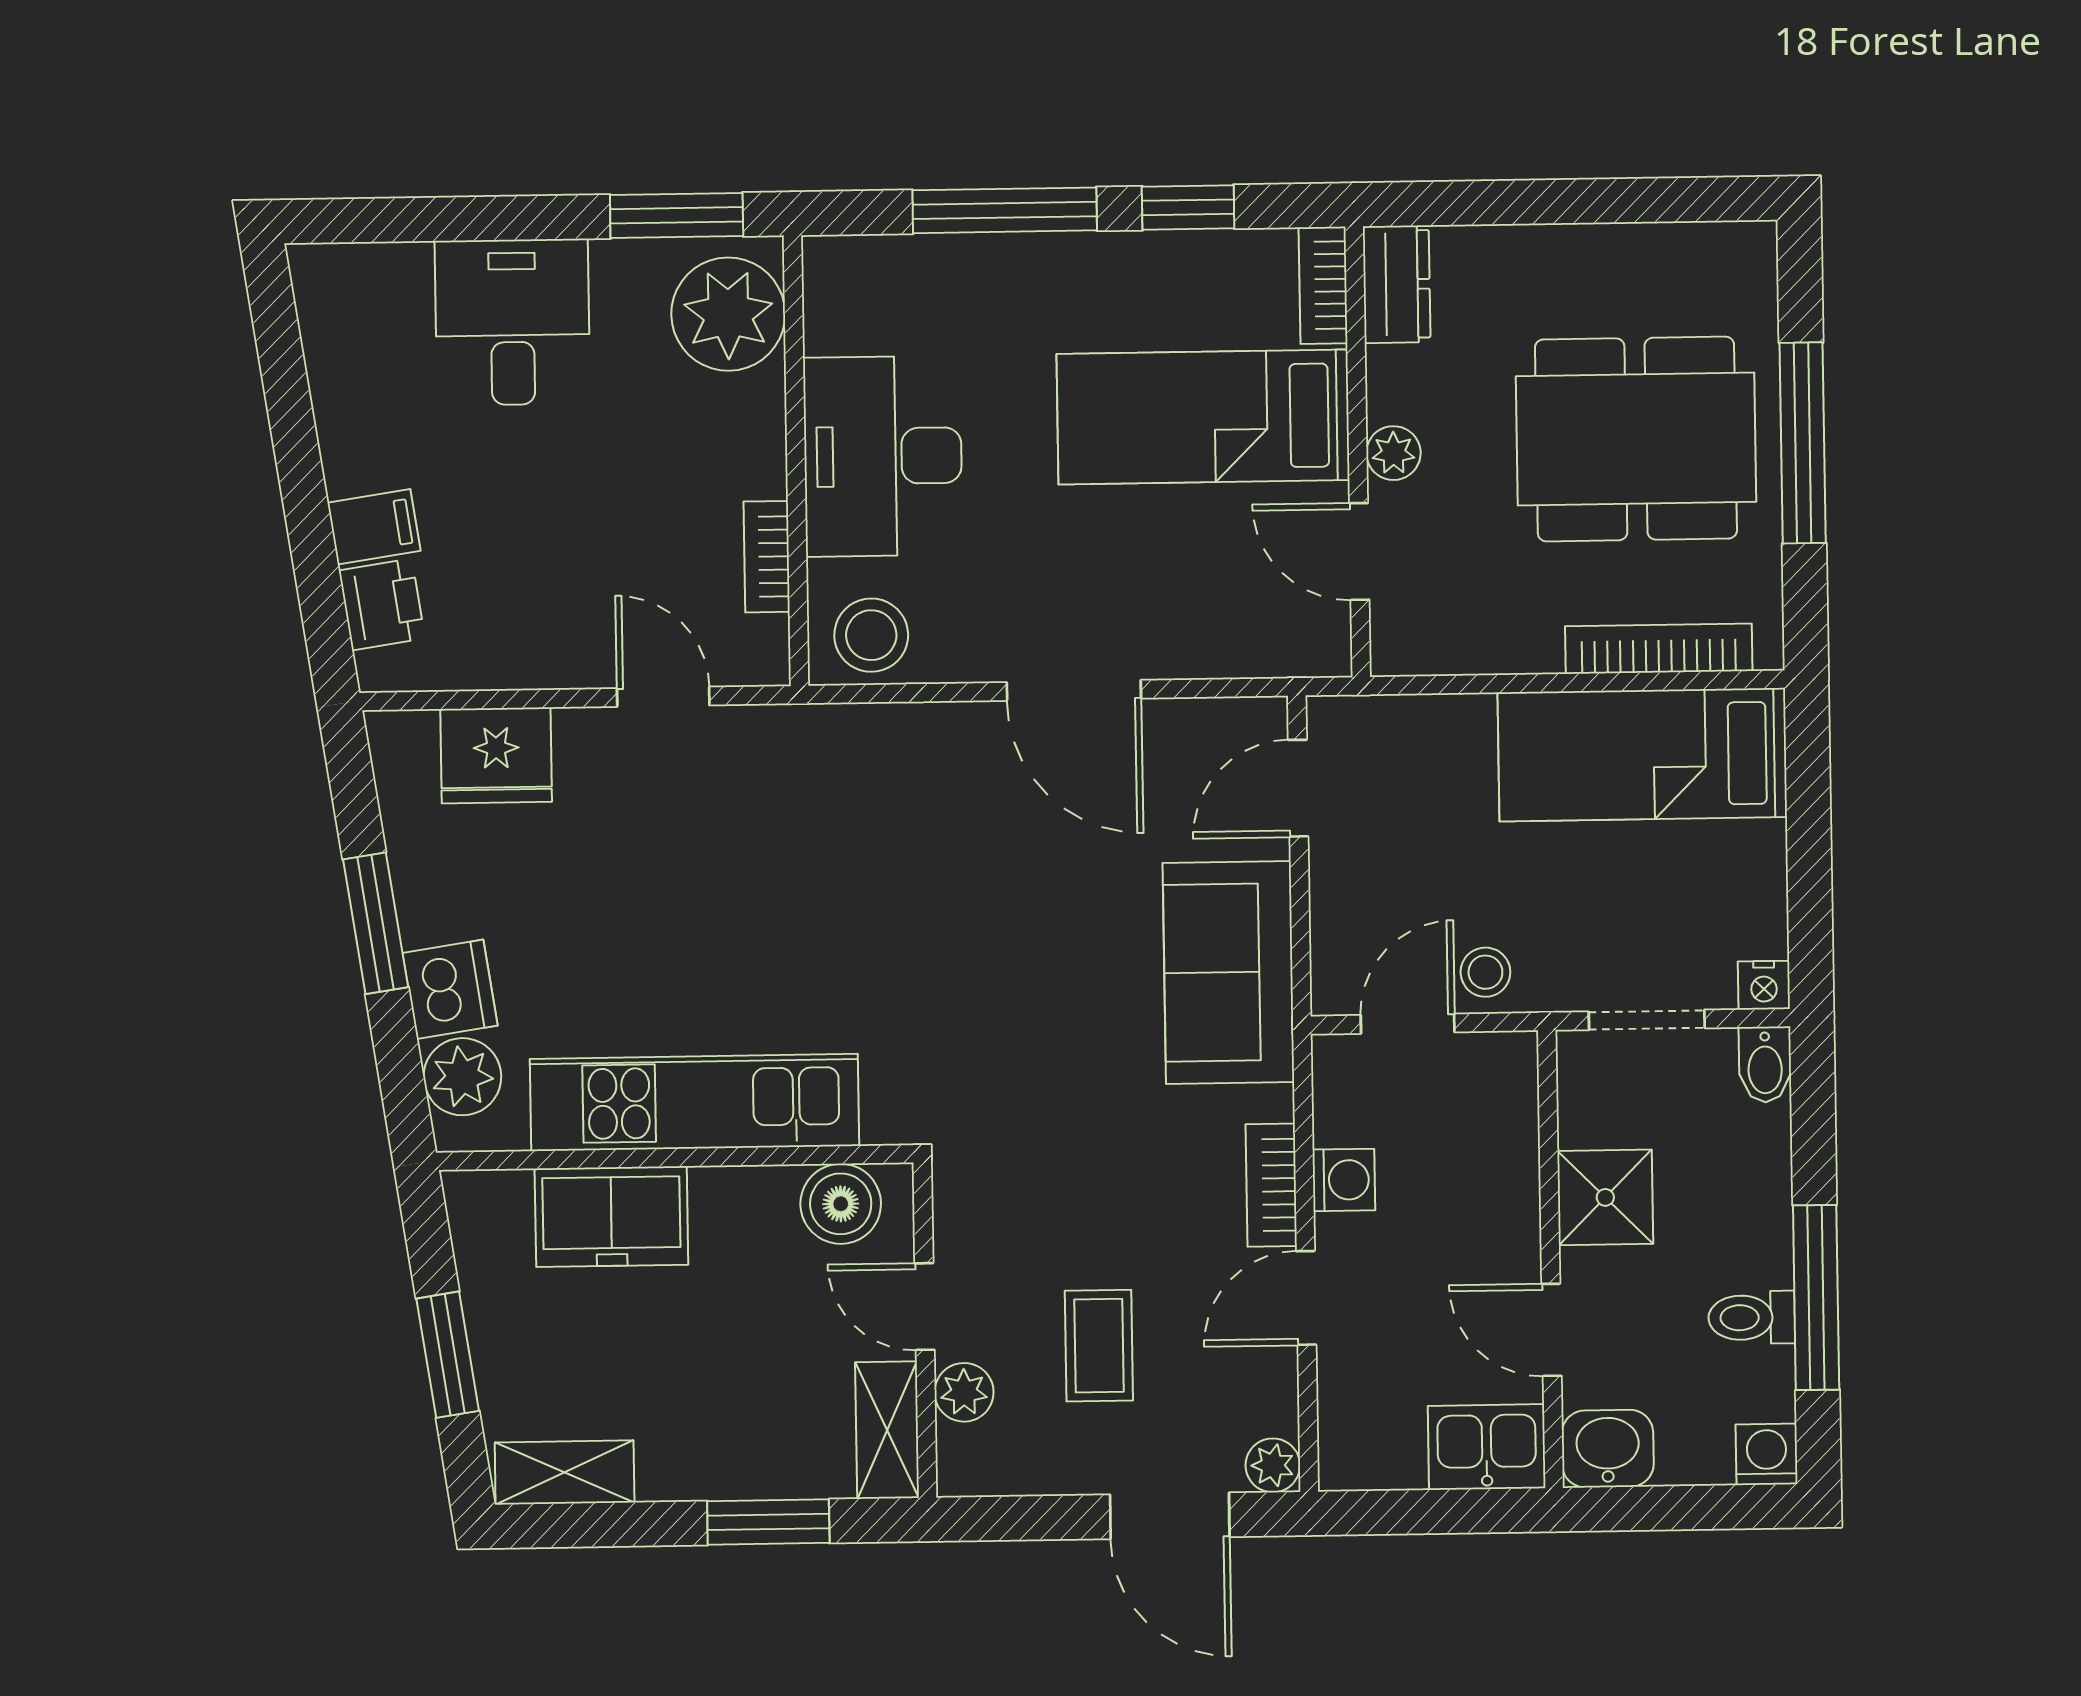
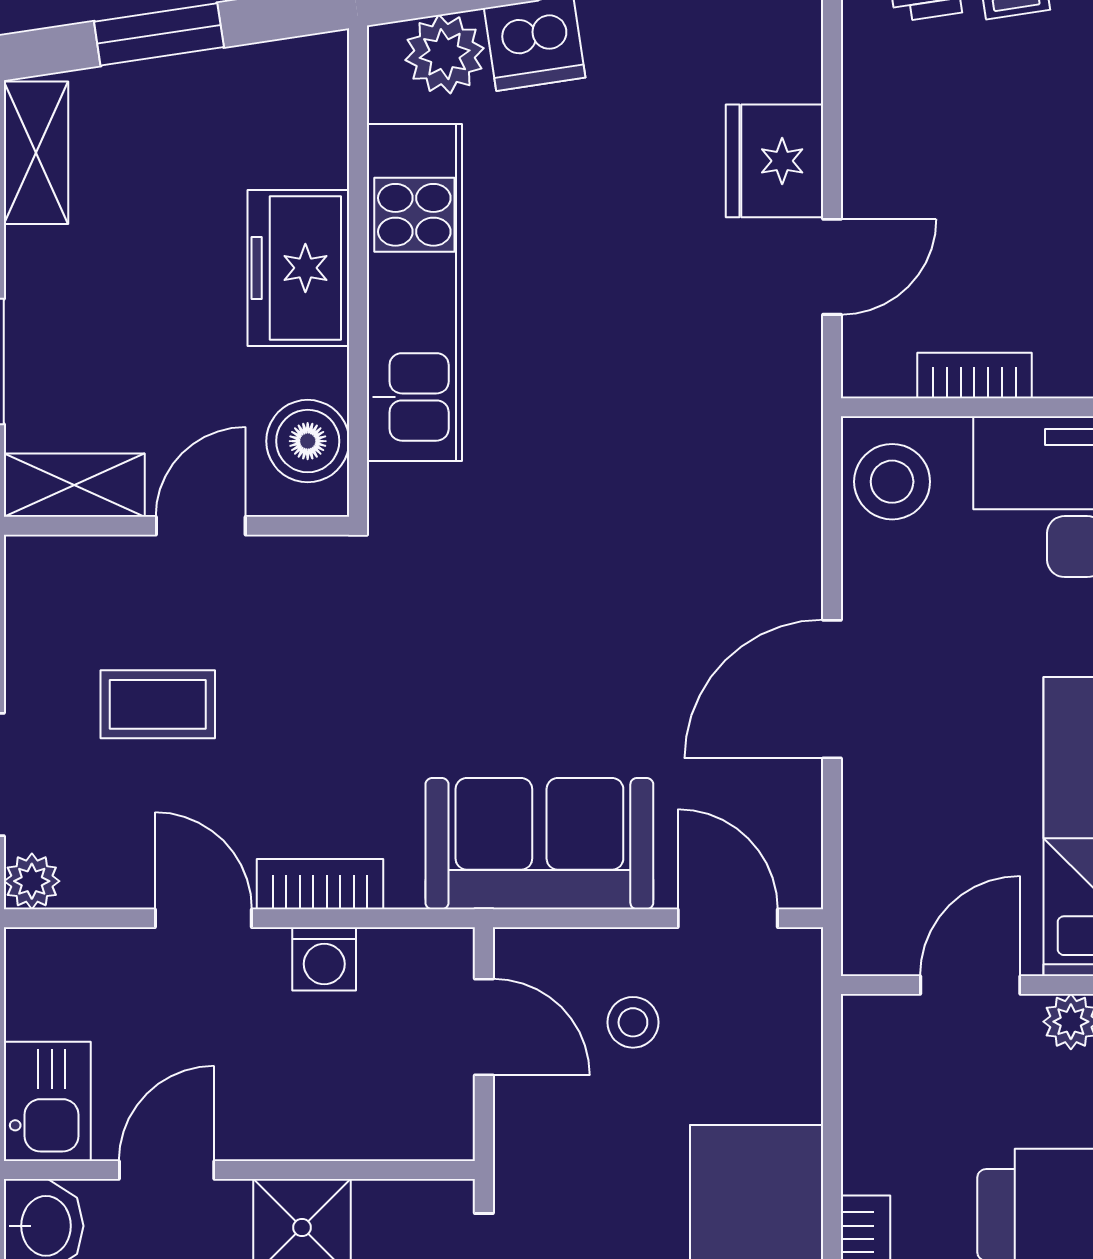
fridge: (496, 755) -> (774, 161), moved
stool: (1485, 972) -> (633, 1022), moved
freezer: (611, 1217) -> (298, 268), moved
plant: (964, 1392) -> (112, 565), removed

